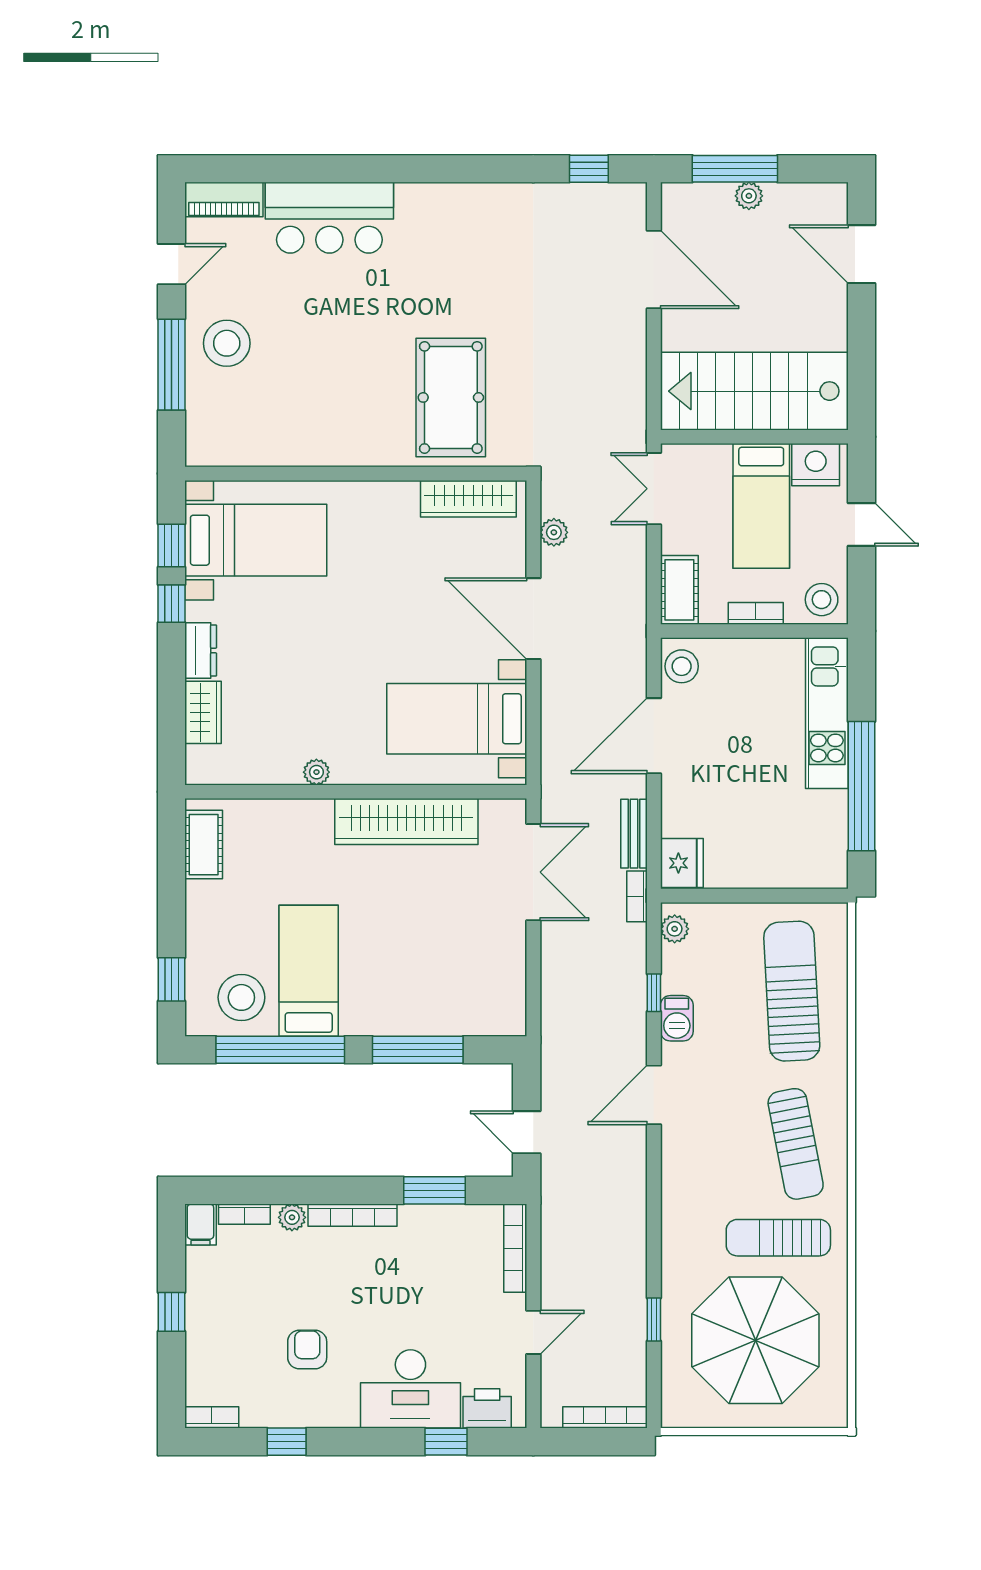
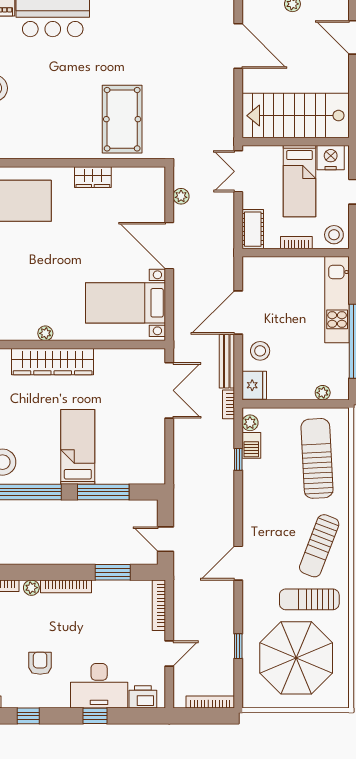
wardrobe: (468, 499) -> (93, 177), moved, width x0.67
stool: (682, 666) -> (260, 351), moved
wardrobe: (406, 822) -> (53, 362), moved
bench: (634, 834) -> (227, 361), width x1.36
plant: (802, 876) -> (323, 393), added
bed: (309, 971) -> (78, 447), moved
barbecue: (677, 1018) -> (251, 445), moved
door: (654, 1095) -> (238, 563), moved
sun lounger: (796, 1144) -> (319, 546), turned 32
window: (446, 1442) -> (95, 716), moved

